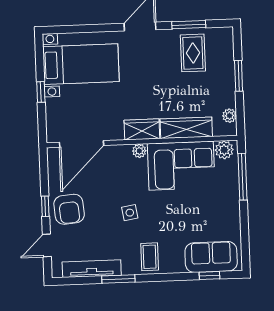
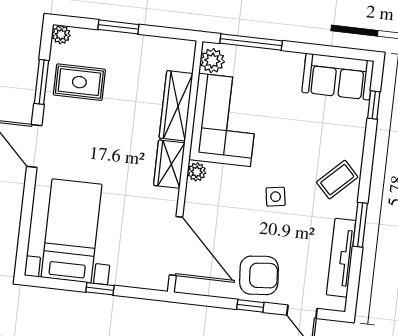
plant: (229, 116) -> (61, 35), moved
coffee table: (150, 257) -> (337, 180), turned -44
sofa: (211, 257) -> (338, 77), moved, turned -90

